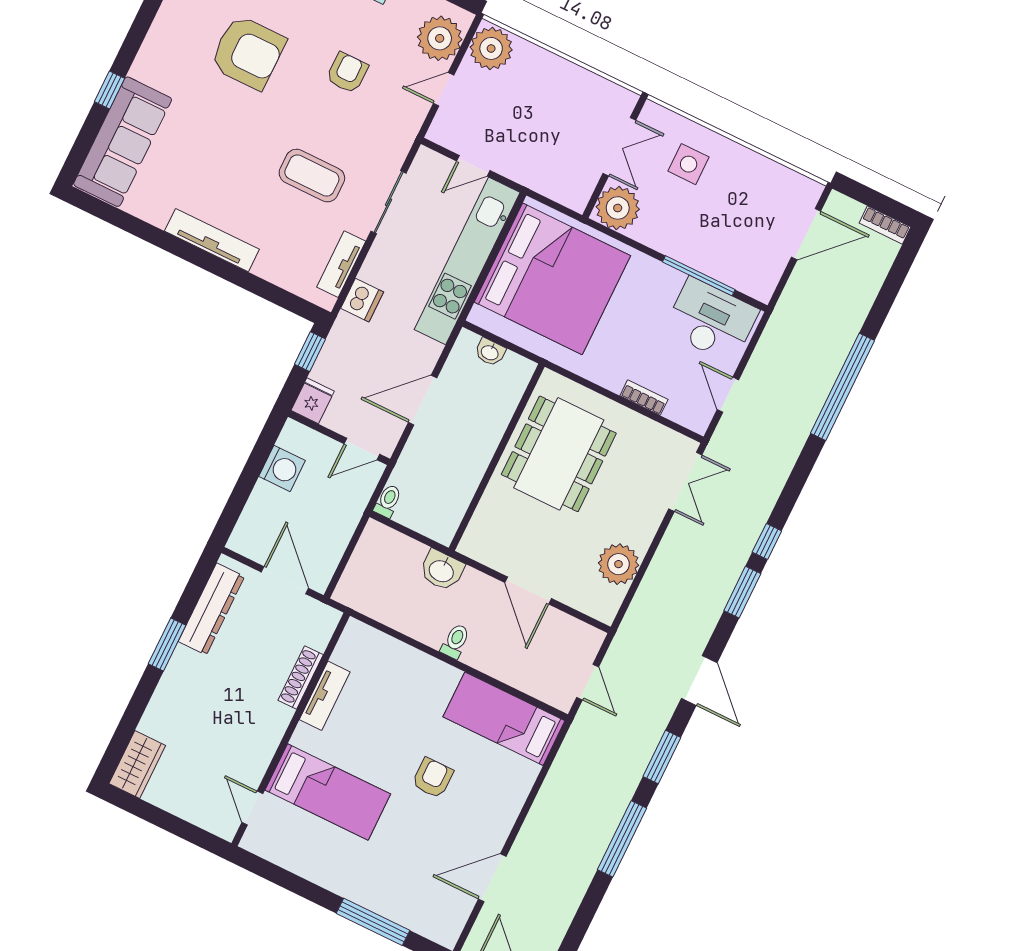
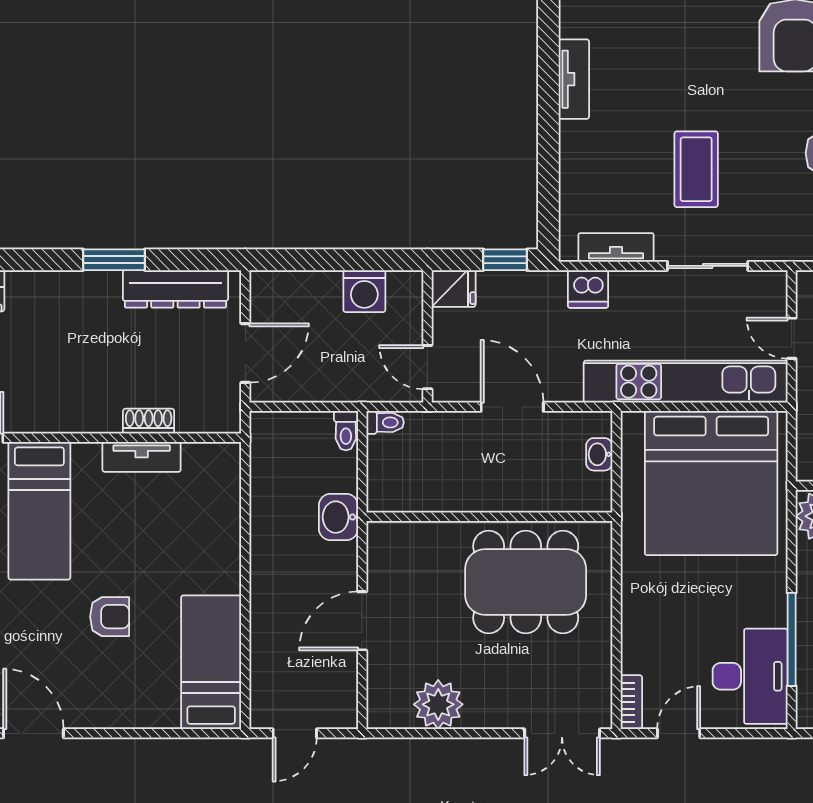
tv unit: (212, 240) -> (574, 79), width x0.71
bookcase: (644, 398) -> (631, 702), moved
toilet: (455, 641) -> (346, 431), moved, turned 90
shoe rack: (301, 677) -> (149, 421), width x0.70

